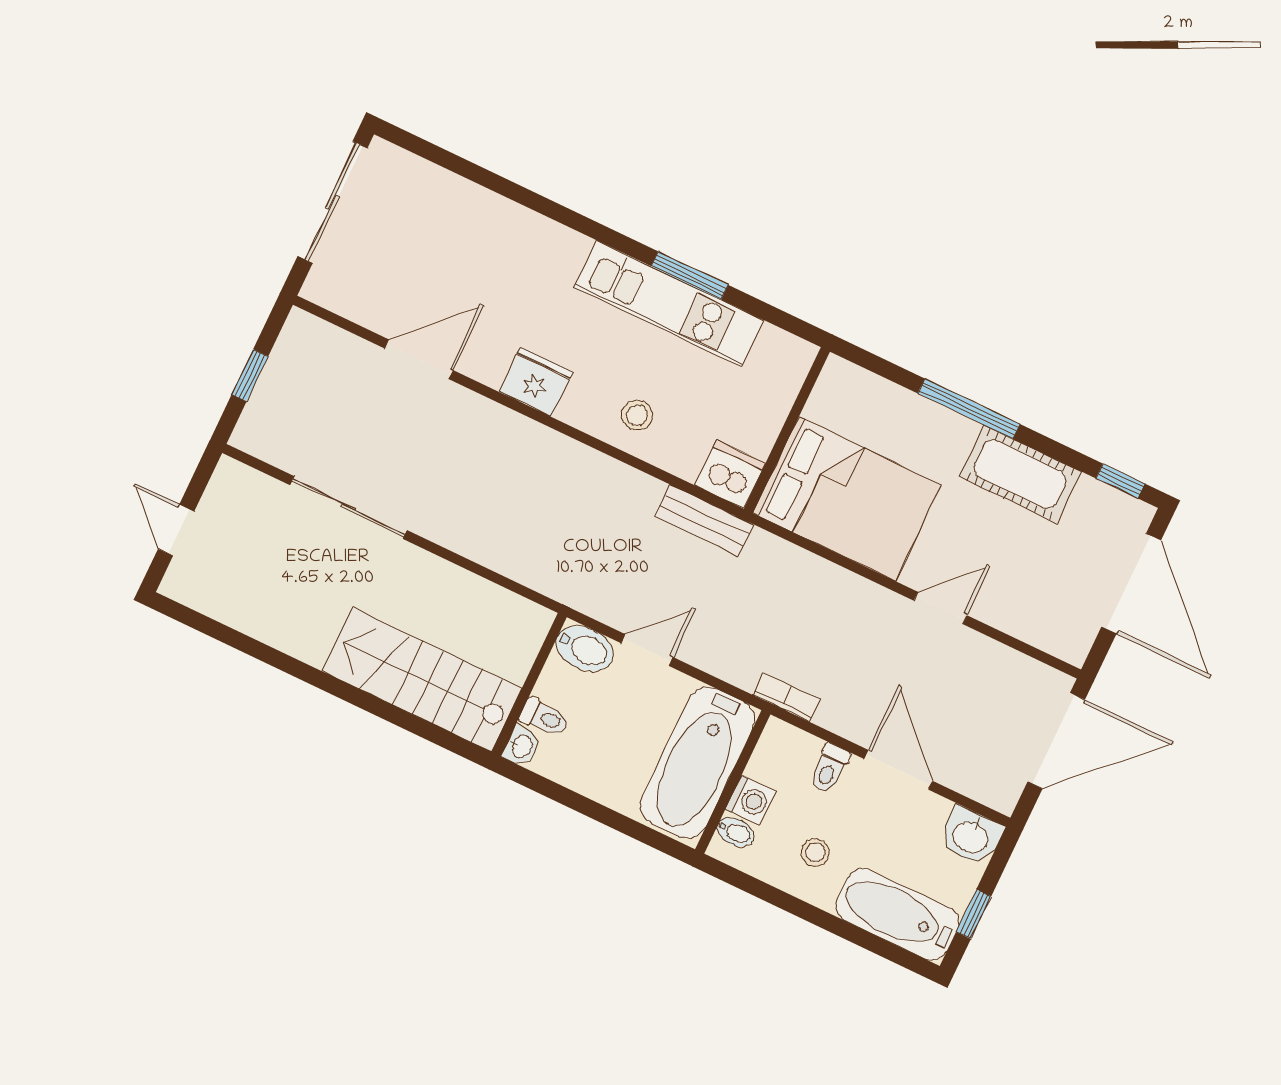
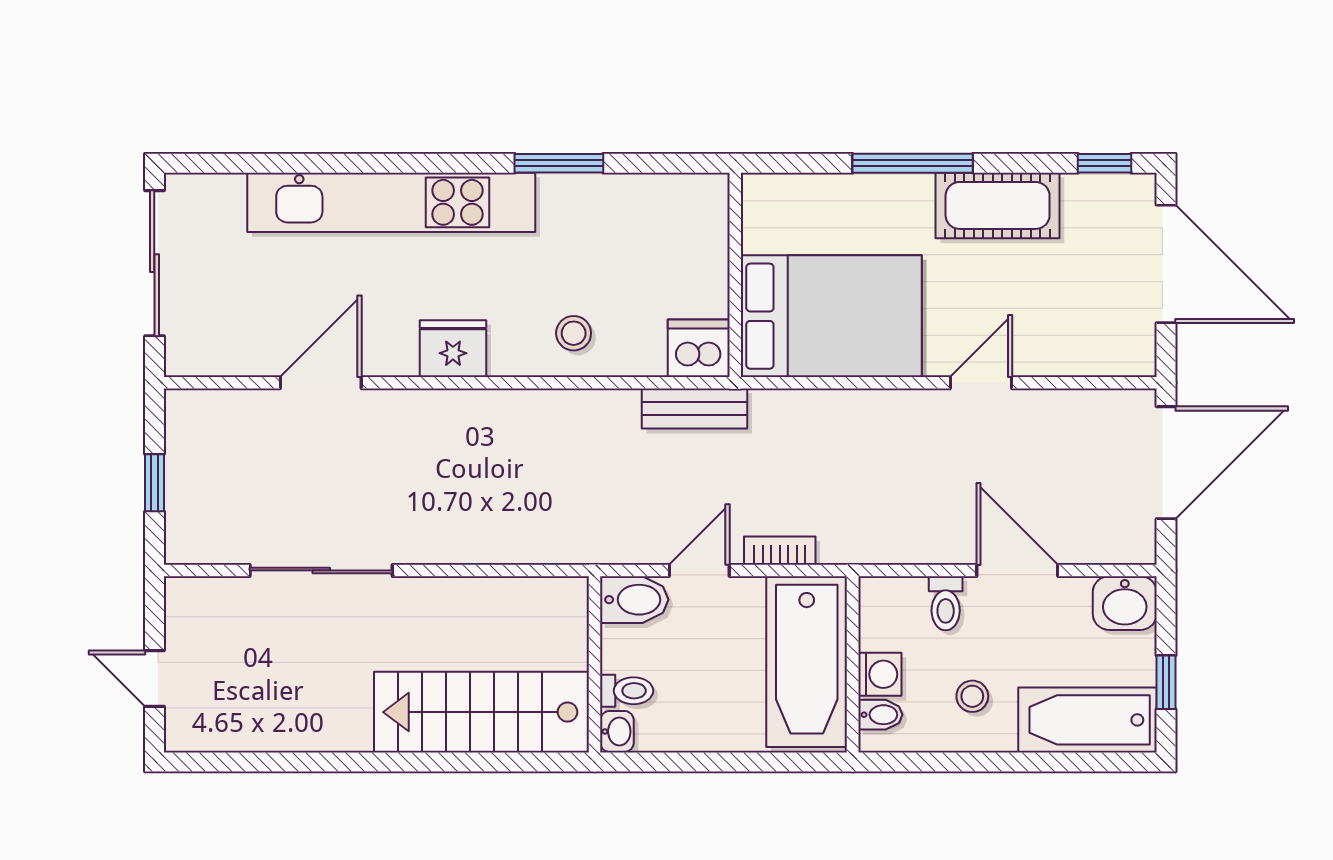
kitchen unit: (669, 304) -> (391, 202), moved, width x1.36
bookcase: (786, 697) -> (780, 551), moved

